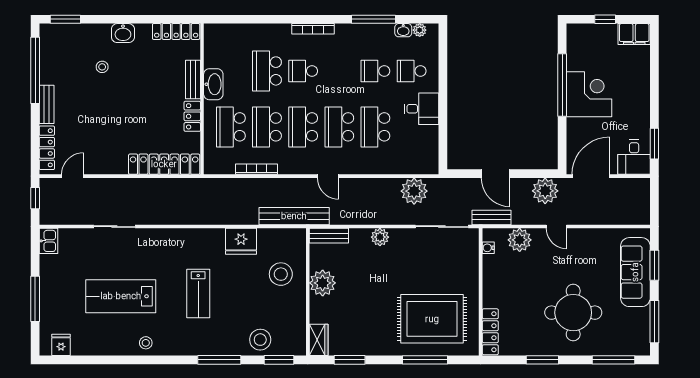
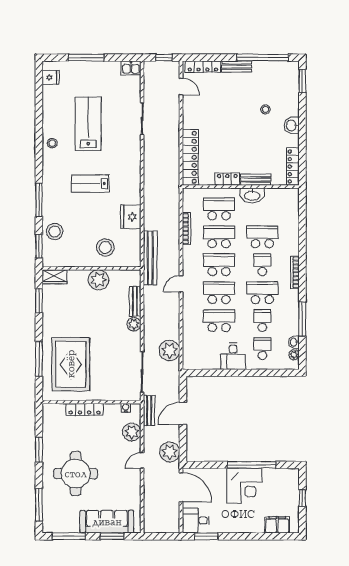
filing cabinet: (634, 34) -> (277, 525), moved, turned 90
school desk: (339, 71) -> (262, 293), added
bench: (329, 236) -> (135, 301), moved
locker: (490, 332) -> (85, 409), moved

